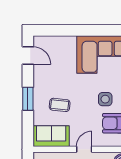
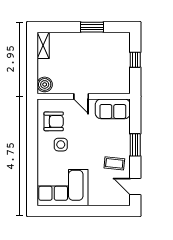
coffee table: (60, 105) -> (114, 163), moved
door: (84, 149) -> (81, 96), hinge flipped

